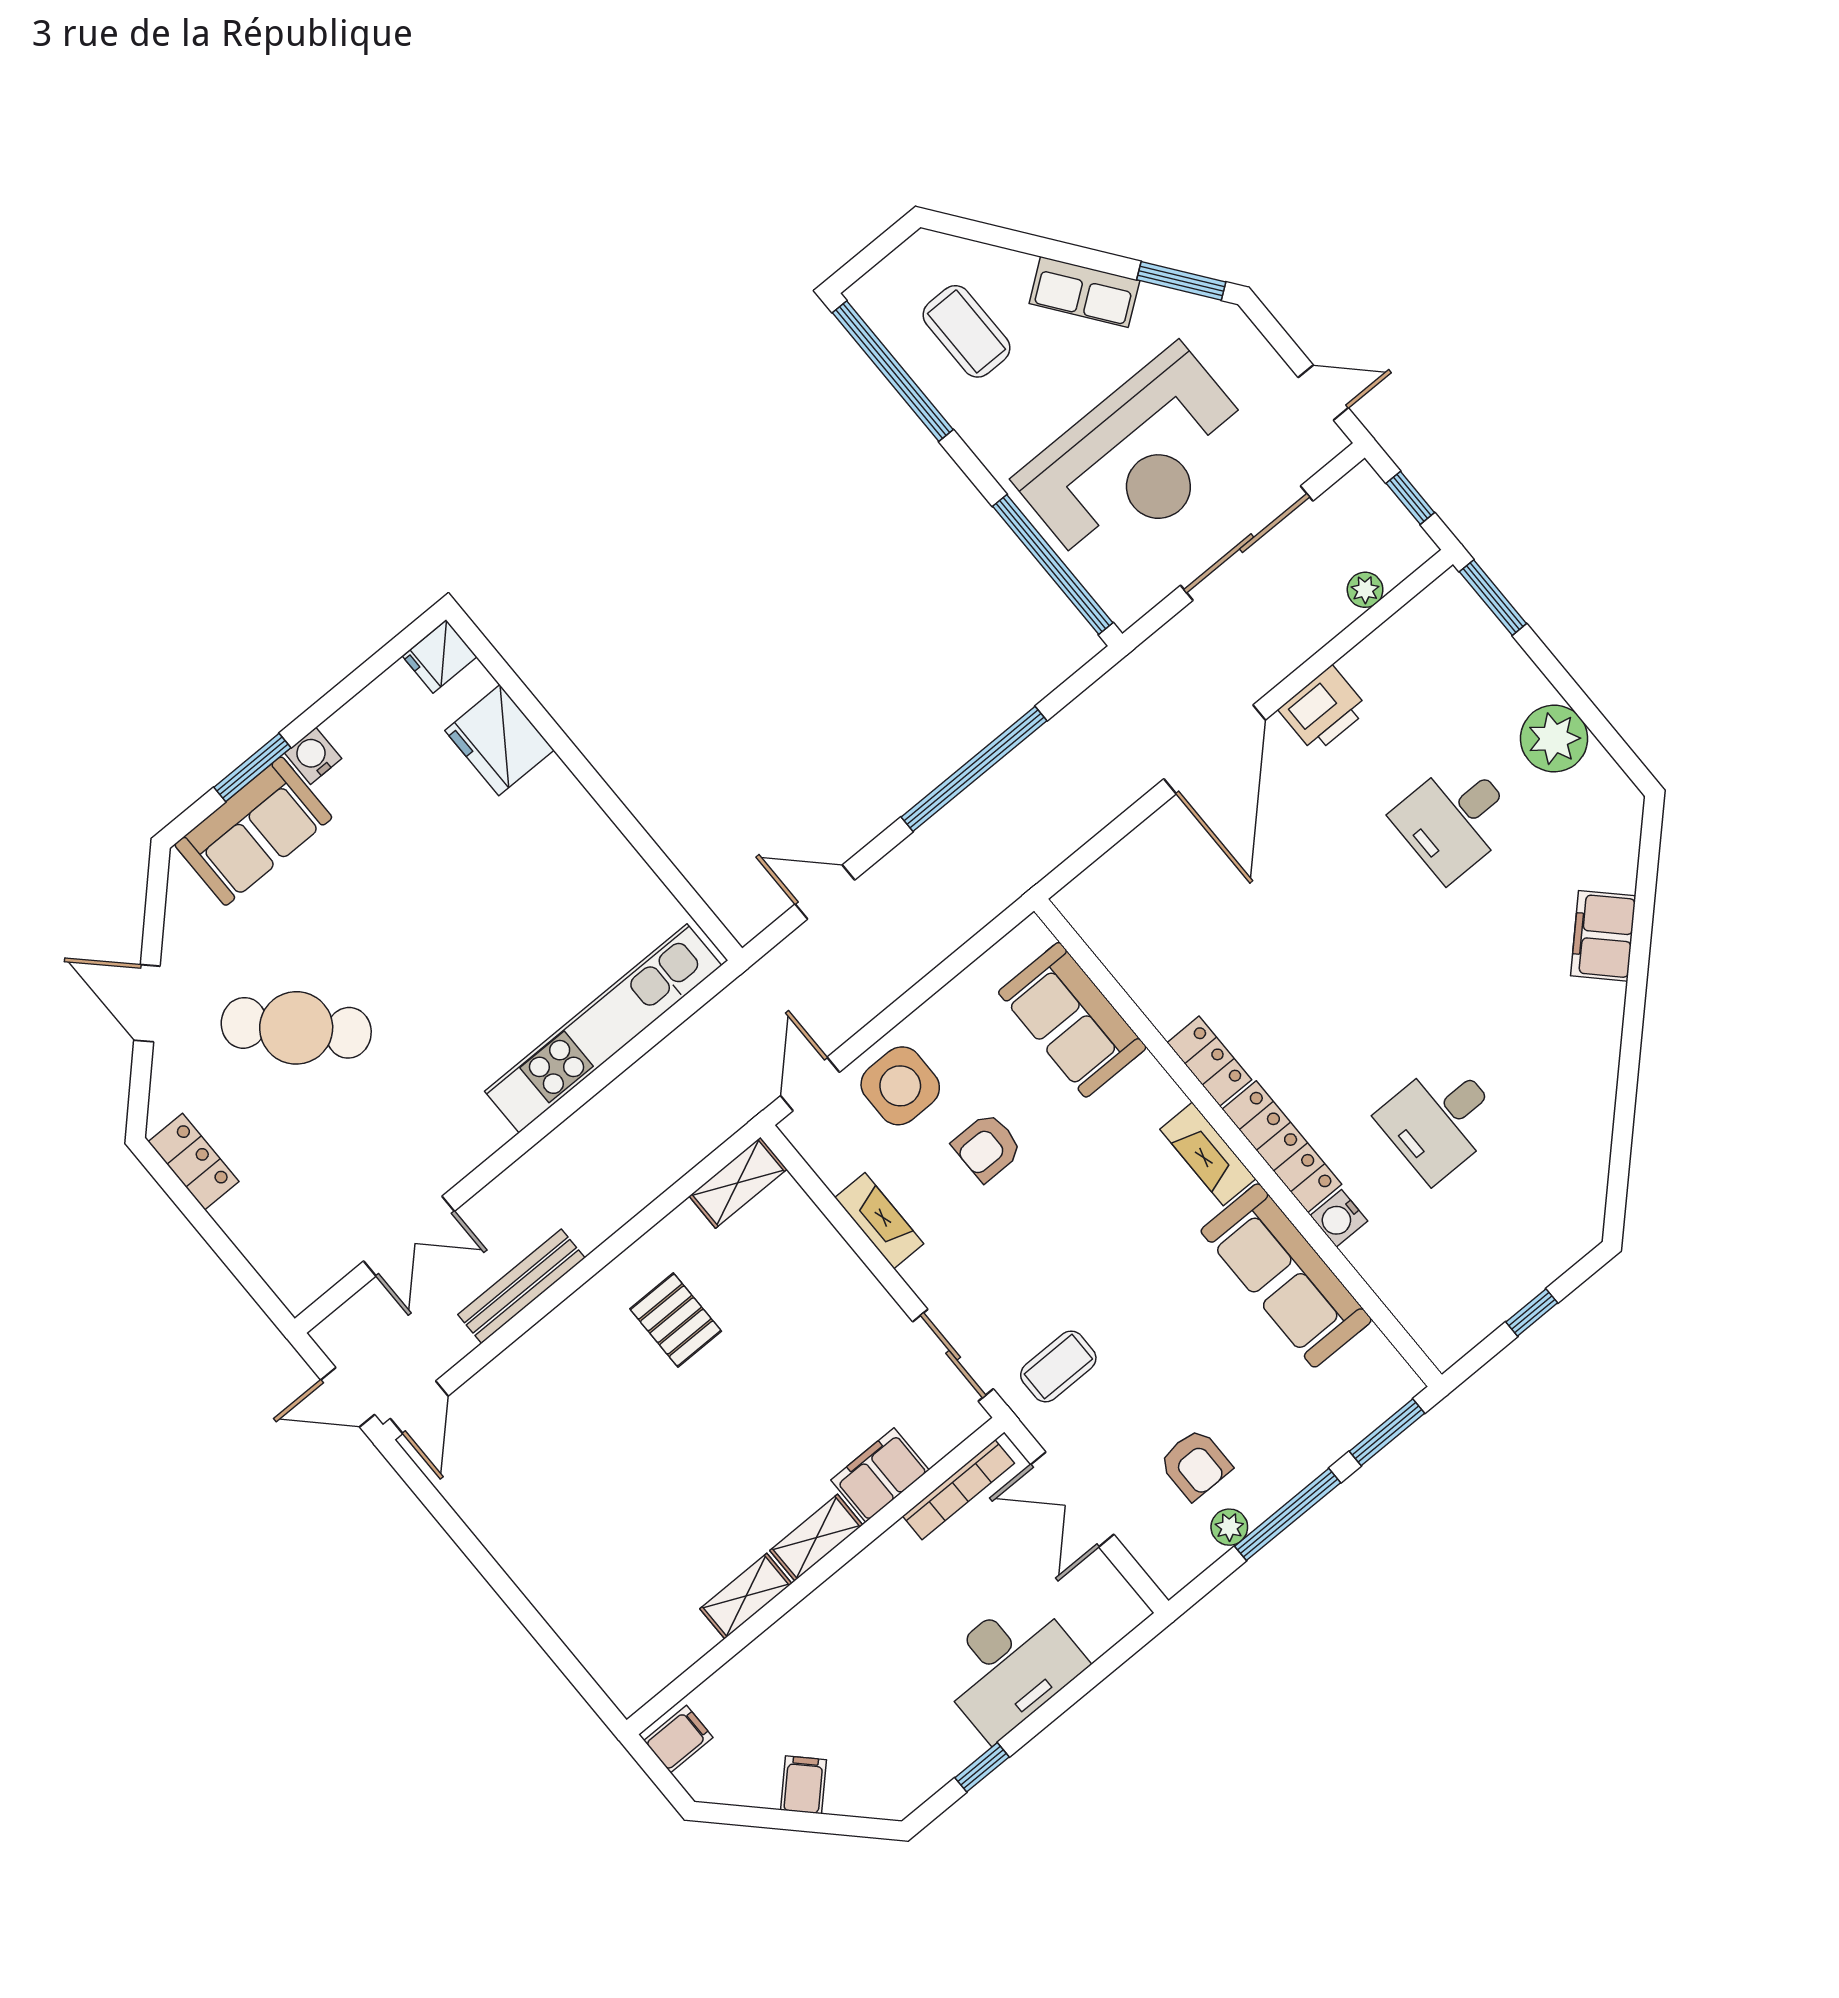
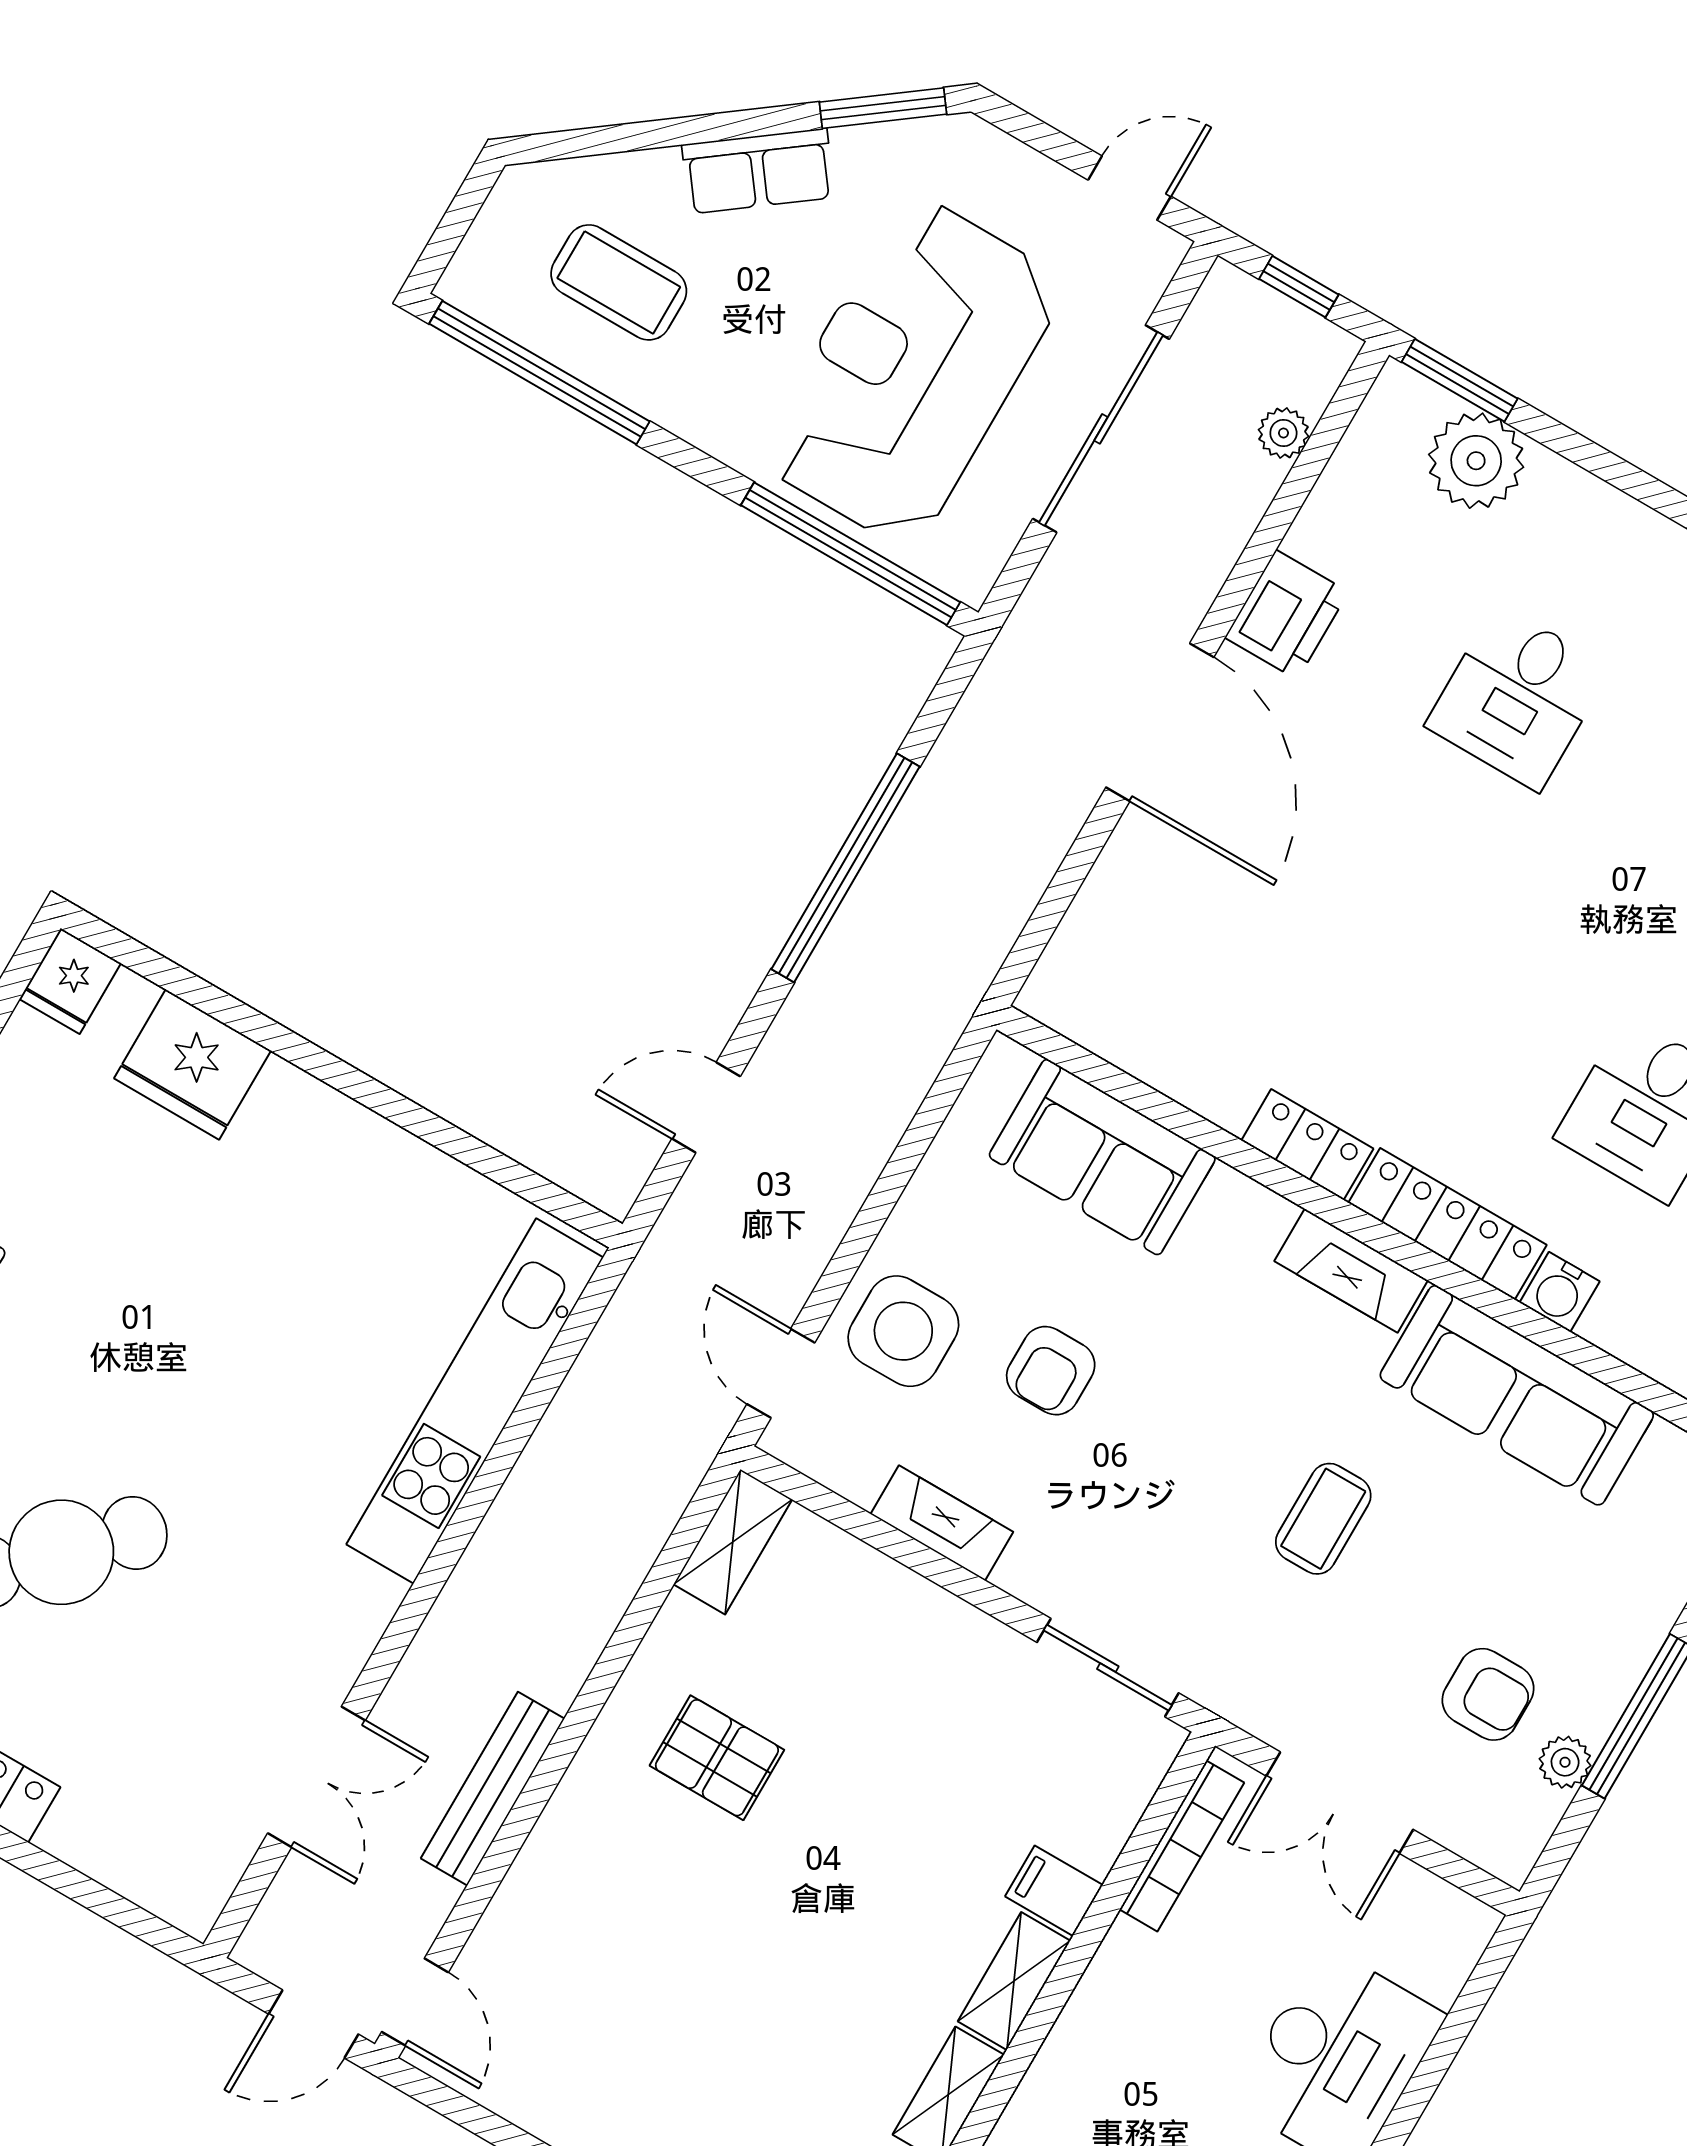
reception desk: (1136, 460) -> (911, 371), turned 180
plant: (1554, 739) -> (1476, 461), moved
coffee table: (1058, 1366) -> (1323, 1519), moved
filing cabinet: (880, 1475) -> (1054, 1891), width x0.50

